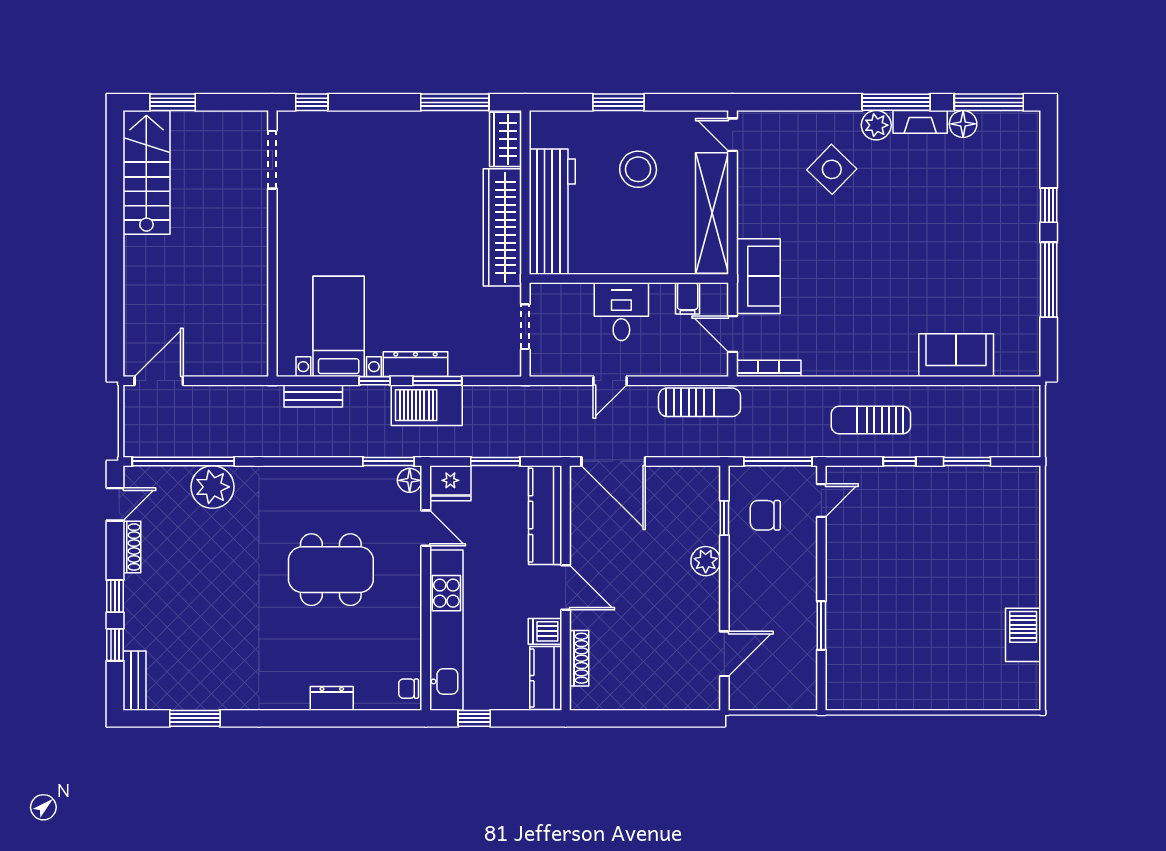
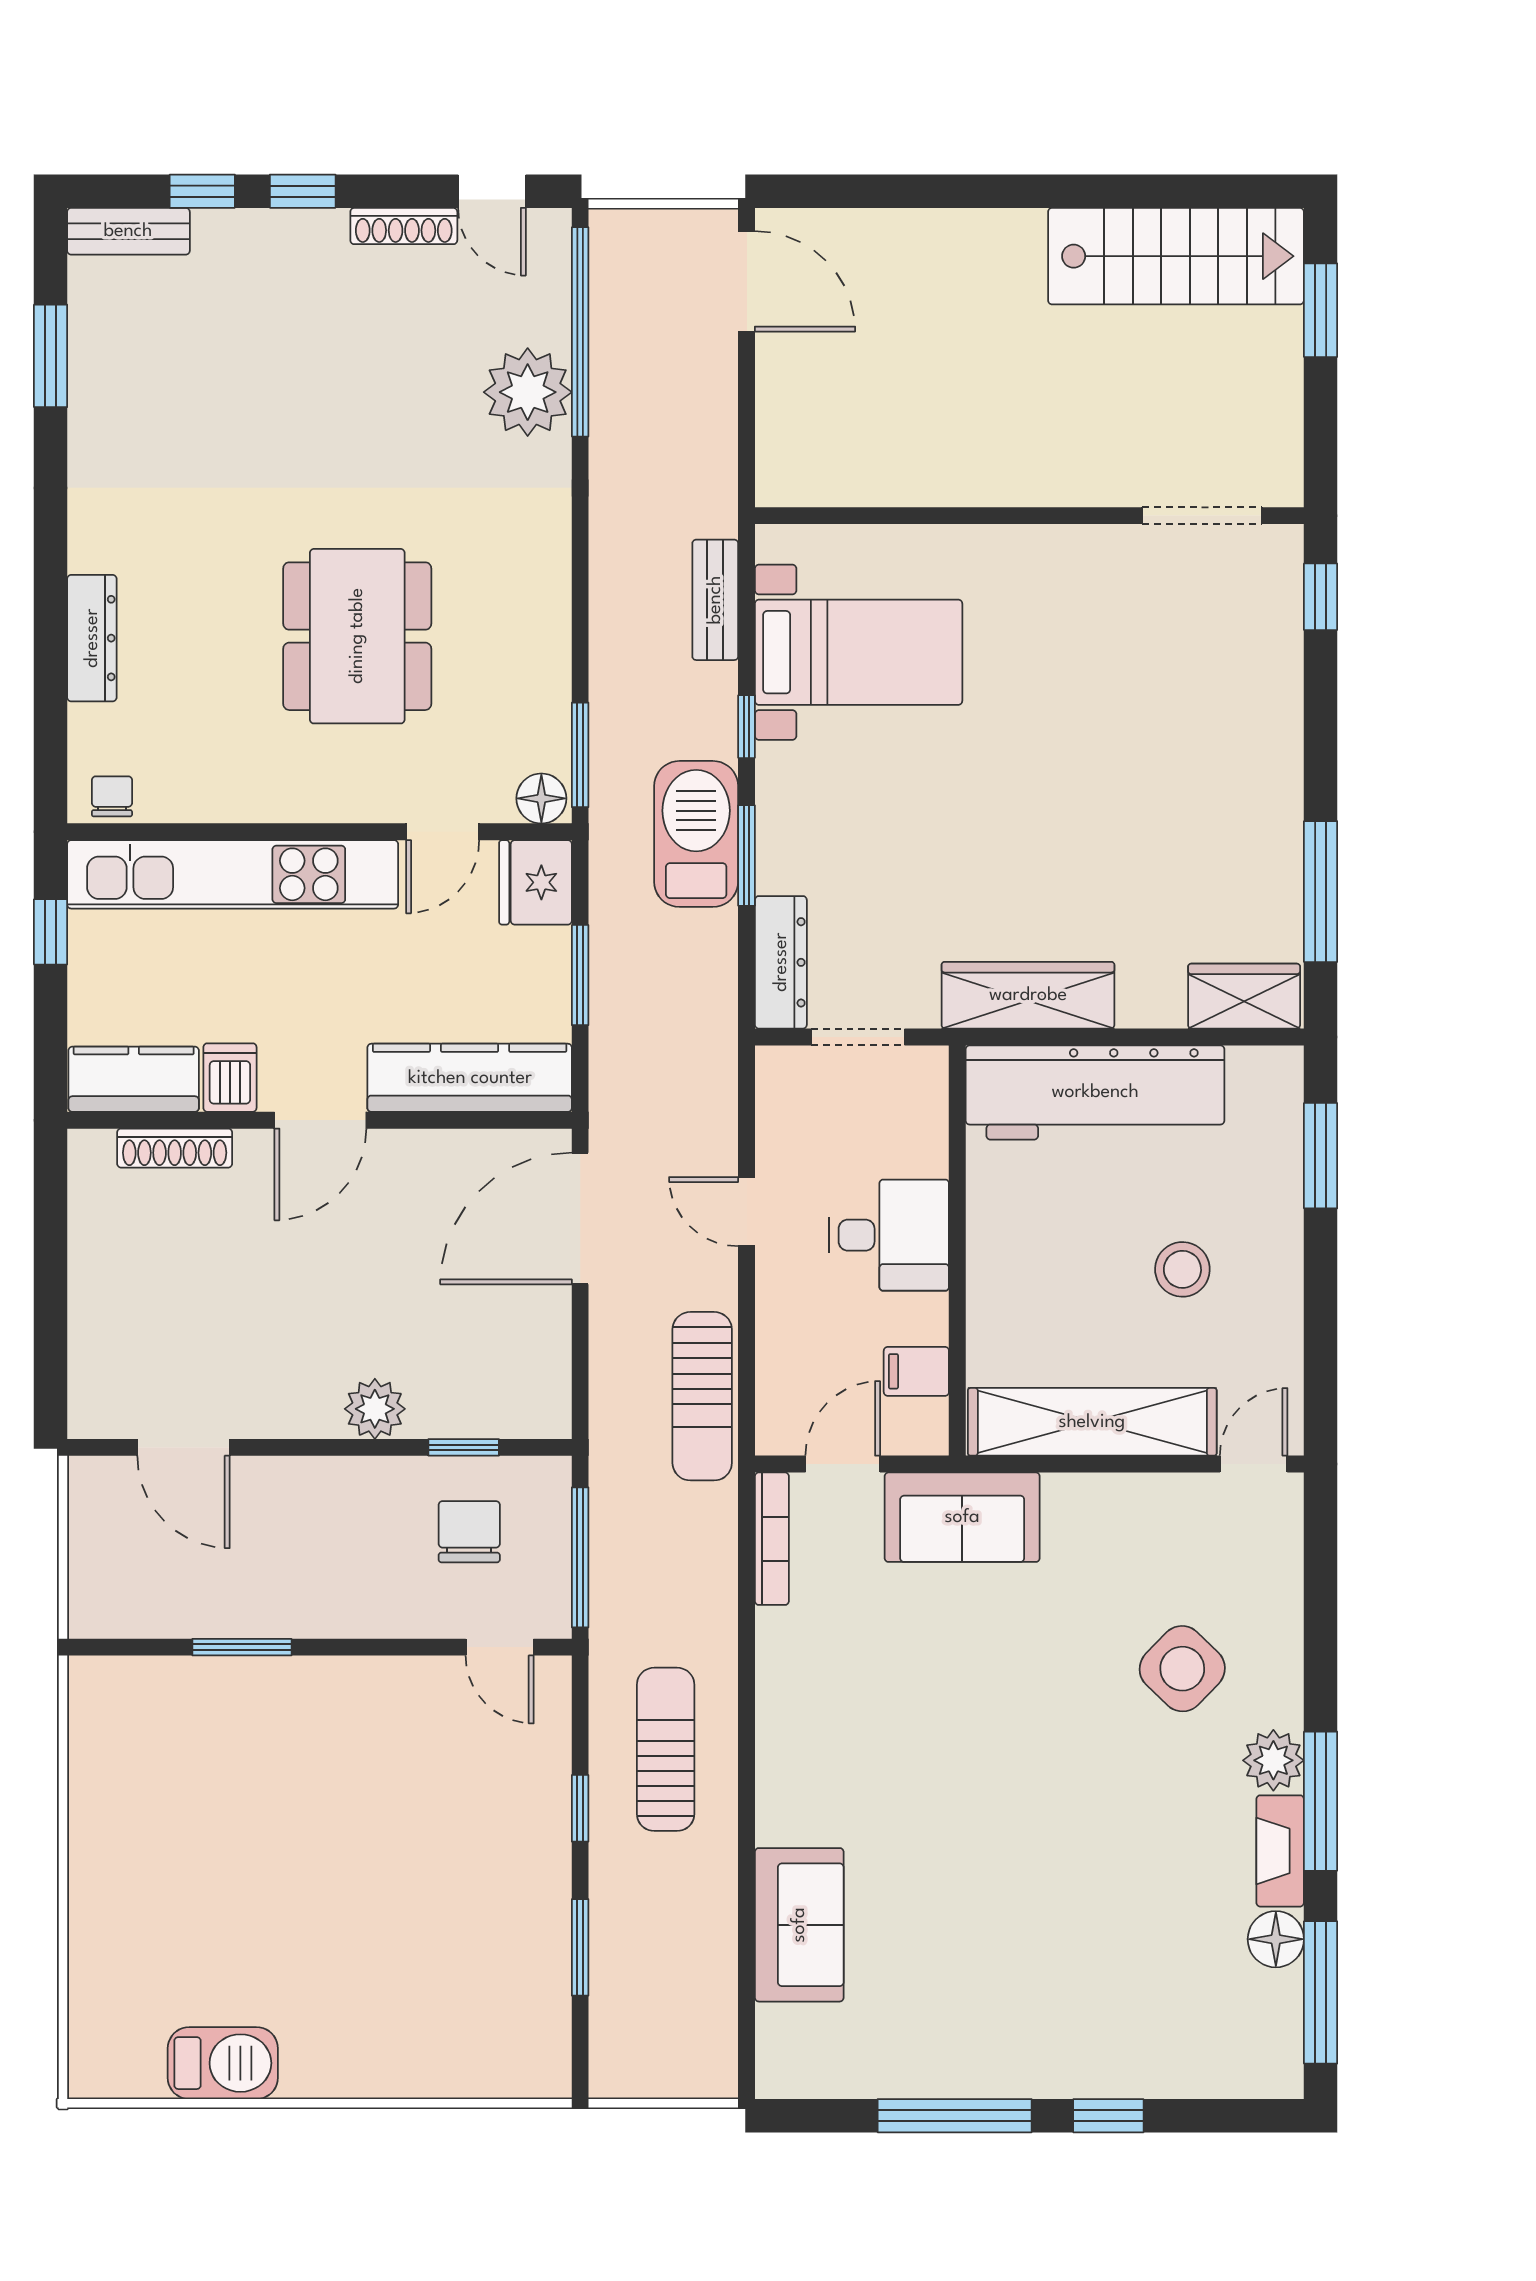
window: (619, 102) -> (1321, 1156), moved
stool: (638, 169) -> (1182, 1269), width x0.73, depth x0.73
wardrobe: (502, 227) -> (1028, 995), width x0.71, depth x0.85
dresser: (415, 364) -> (781, 962), moved
dresser: (332, 698) -> (92, 638), width x1.44

